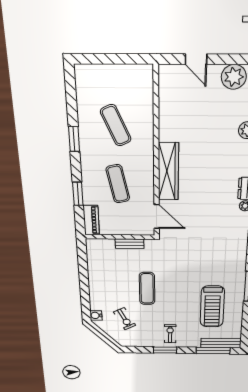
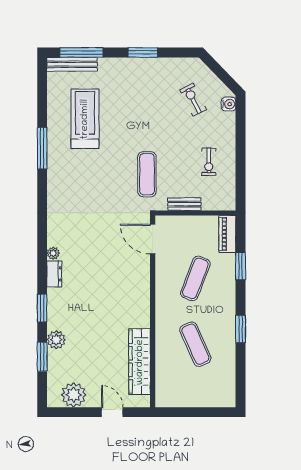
wardrobe: (168, 172) -> (140, 362), moved
exercise mat: (118, 184) -> (195, 278), turned 33
exercise mat: (147, 288) -> (147, 174), moved
exercise bike: (170, 334) -> (209, 162), moved

